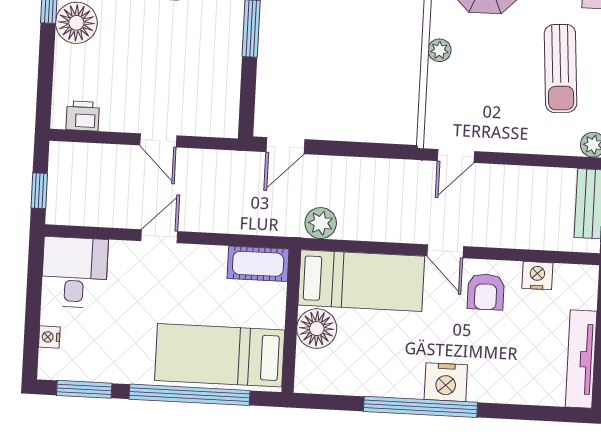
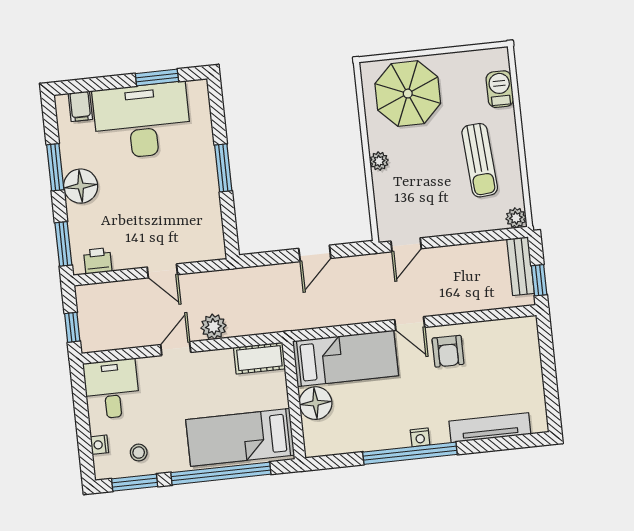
window: (45, 89) -> (63, 244), added
door: (285, 146) -> (315, 253), moved
plant: (321, 223) -> (213, 327), moved
nightstand: (537, 276) -> (488, 331), removed
stool: (95, 354) -> (139, 453), added
tv unit: (581, 359) -> (490, 428), moved, turned 90
nightstand: (446, 382) -> (420, 437), width x0.53, depth x0.56

